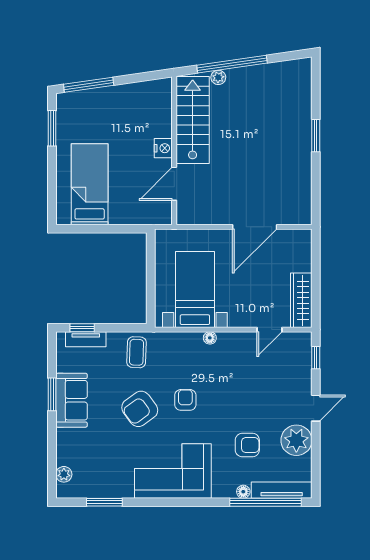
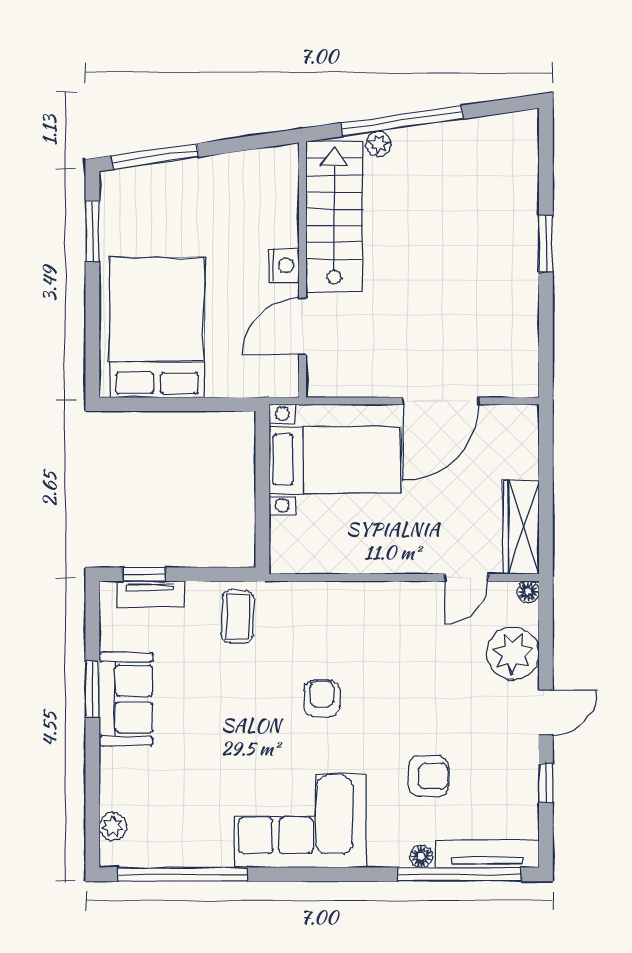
bed: (90, 184) -> (157, 328), width x1.50
bed with nightstands: (195, 290) -> (335, 460), moved, turned 90
floor lamp: (210, 338) -> (528, 592), moved
window: (316, 358) -> (546, 783), moved
armchair: (140, 409) -> (243, 714), removed
plant: (296, 440) -> (513, 653), moved
window: (104, 502) -> (182, 874), width x2.11

